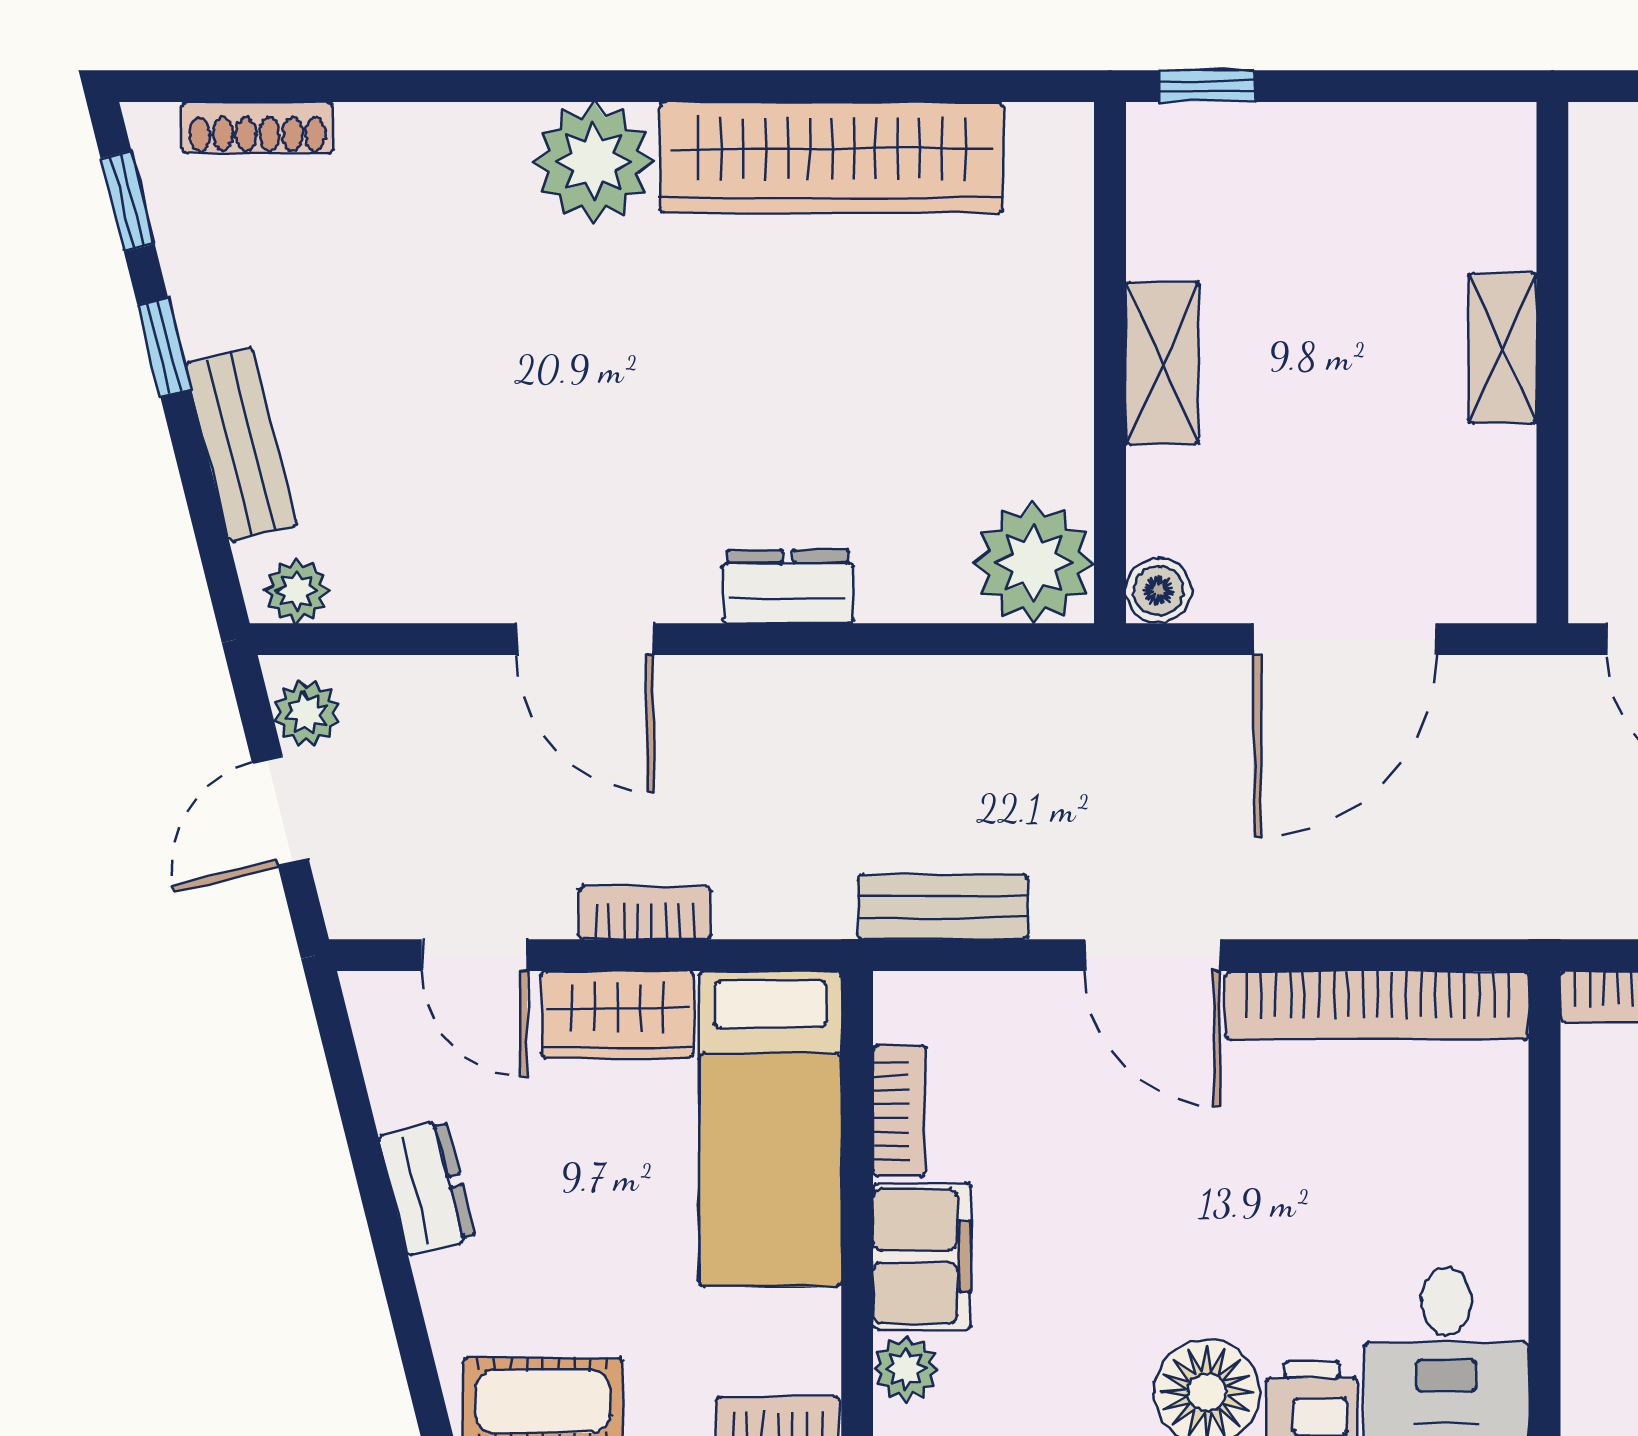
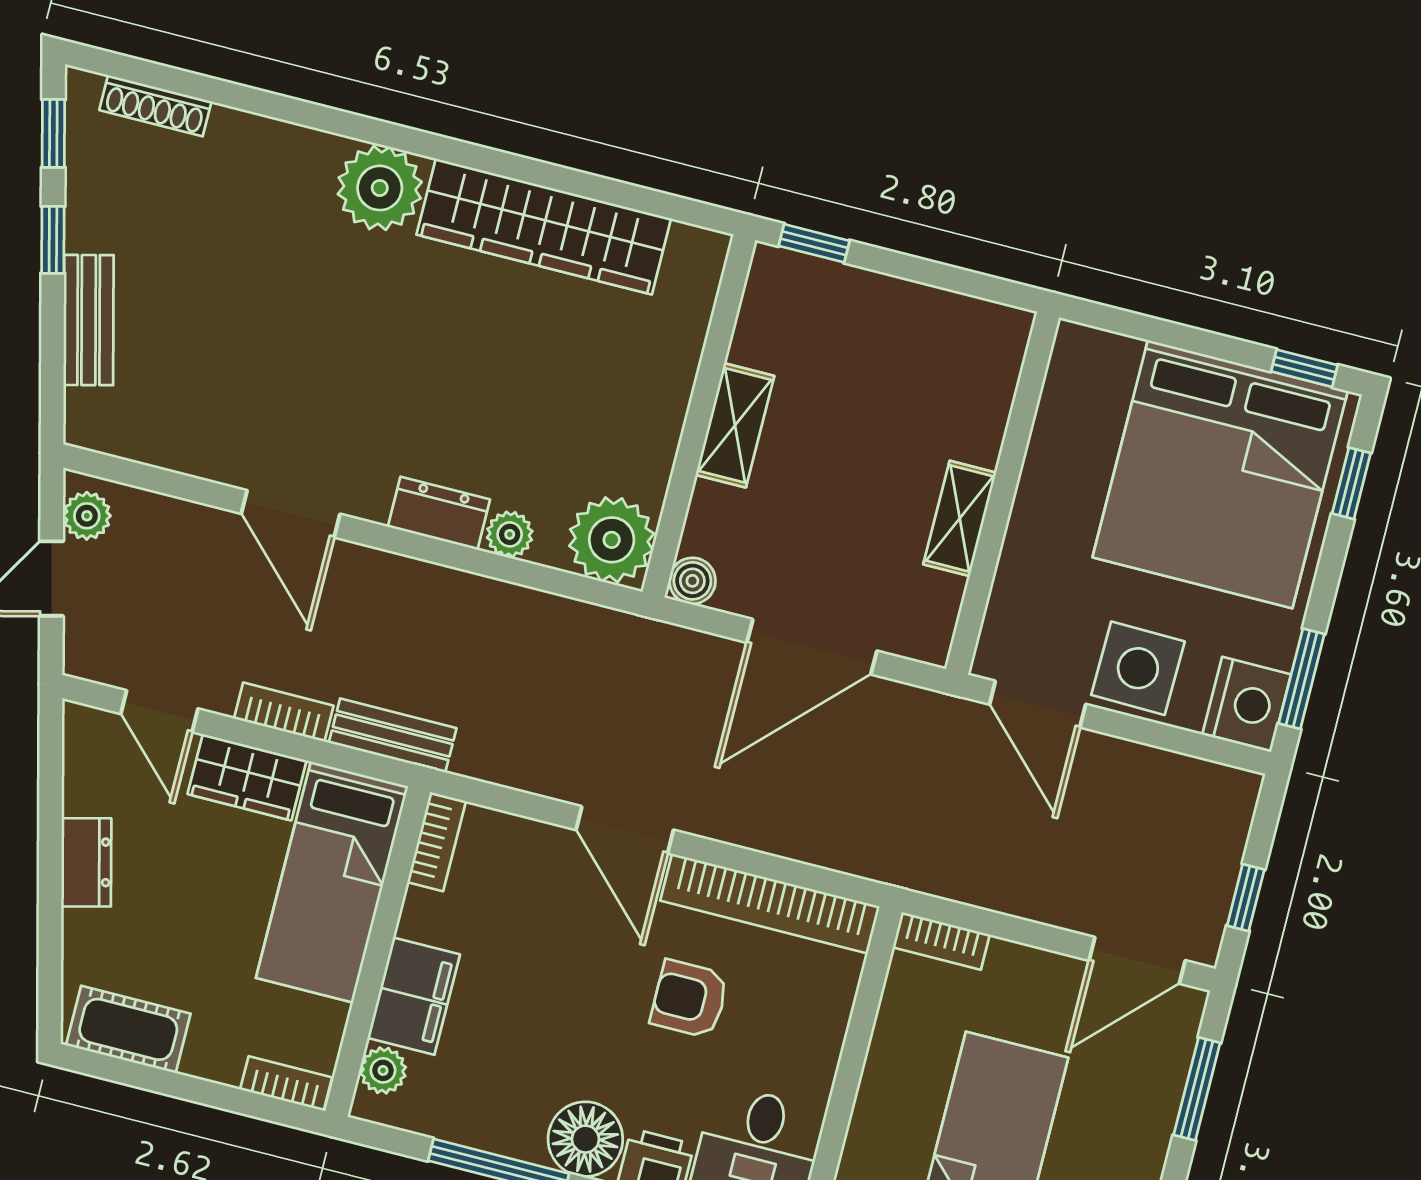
shelving: (1503, 348) -> (960, 518), moved
plant: (297, 591) -> (510, 534), moved
bench: (943, 907) -> (393, 735), moved
bookcase: (899, 1111) -> (437, 842), moved
armchair: (1300, 1164) -> (689, 999), added

